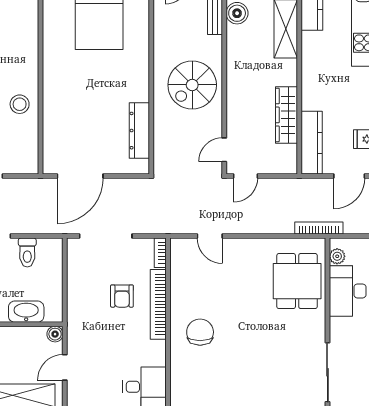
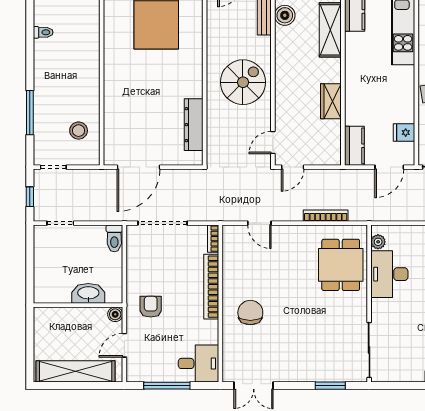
spiral stairs: (192, 85) -> (243, 82), turned 180
stool: (20, 104) -> (79, 131), moved
wardrobe: (286, 115) -> (331, 101), width x0.67
kitchen counter: (312, 143) -> (354, 146), width x0.67
bookcase: (319, 228) -> (326, 216), moved
toilet: (27, 253) -> (114, 238), moved
armchair: (122, 296) -> (151, 307), moved, turned 180

